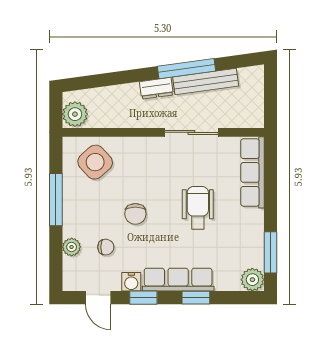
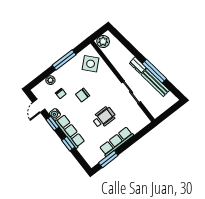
row of seats: (252, 172) -> (117, 142), moved
plant: (252, 280) -> (92, 160), removed

